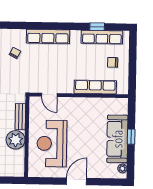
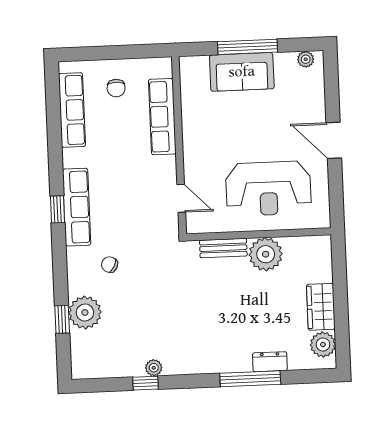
window: (97, 27) -> (57, 209), moved
door: (49, 95) -> (181, 198), hinge flipped
window: (131, 137) -> (248, 47), width x2.17
sofa: (117, 139) -> (242, 72), width x0.73

